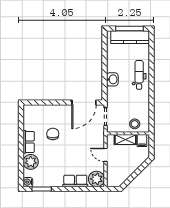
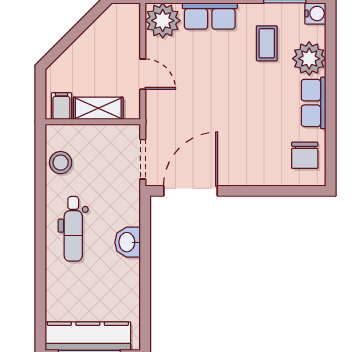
dental chair: (139, 75) -> (73, 229), moved
stool: (135, 124) -> (61, 163), moved
chair: (53, 134) -> (305, 155), moved
coffee table: (50, 169) -> (267, 43), added

